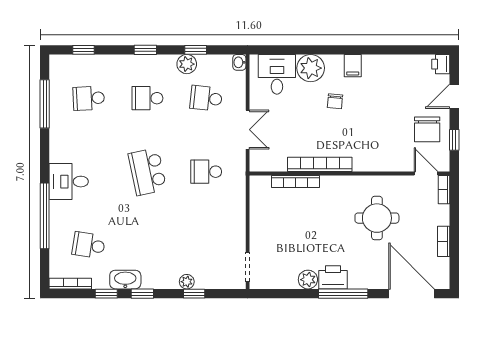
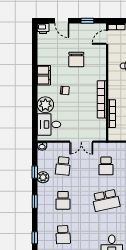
filing cabinet: (353, 66) -> (44, 75), width x2.00
chair: (427, 129) -> (76, 59), moved, turned 90
double door: (248, 130) -> (81, 142), swing flipped

